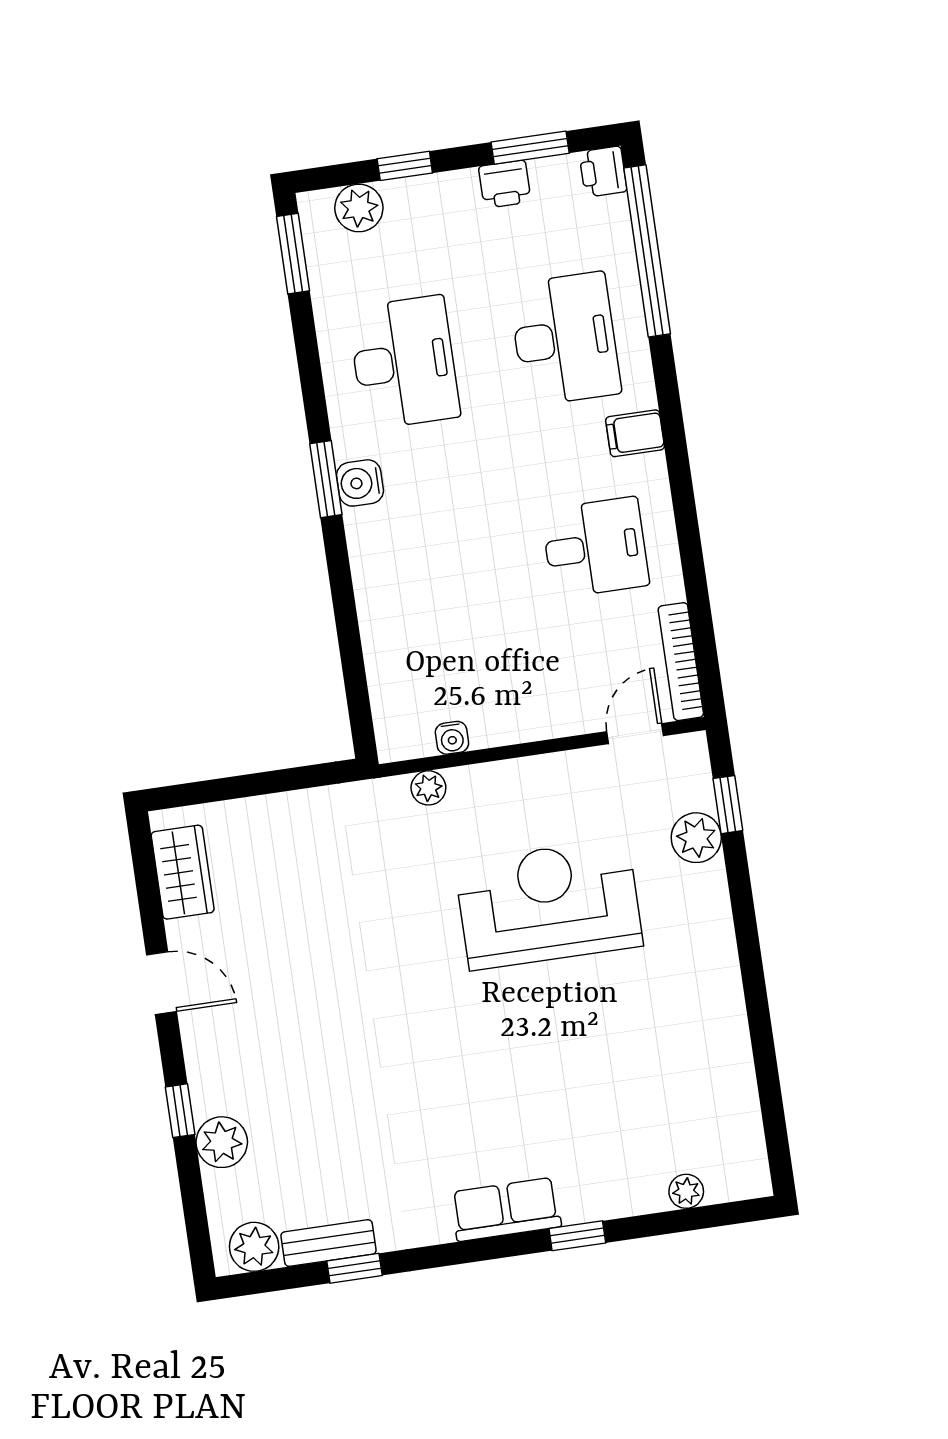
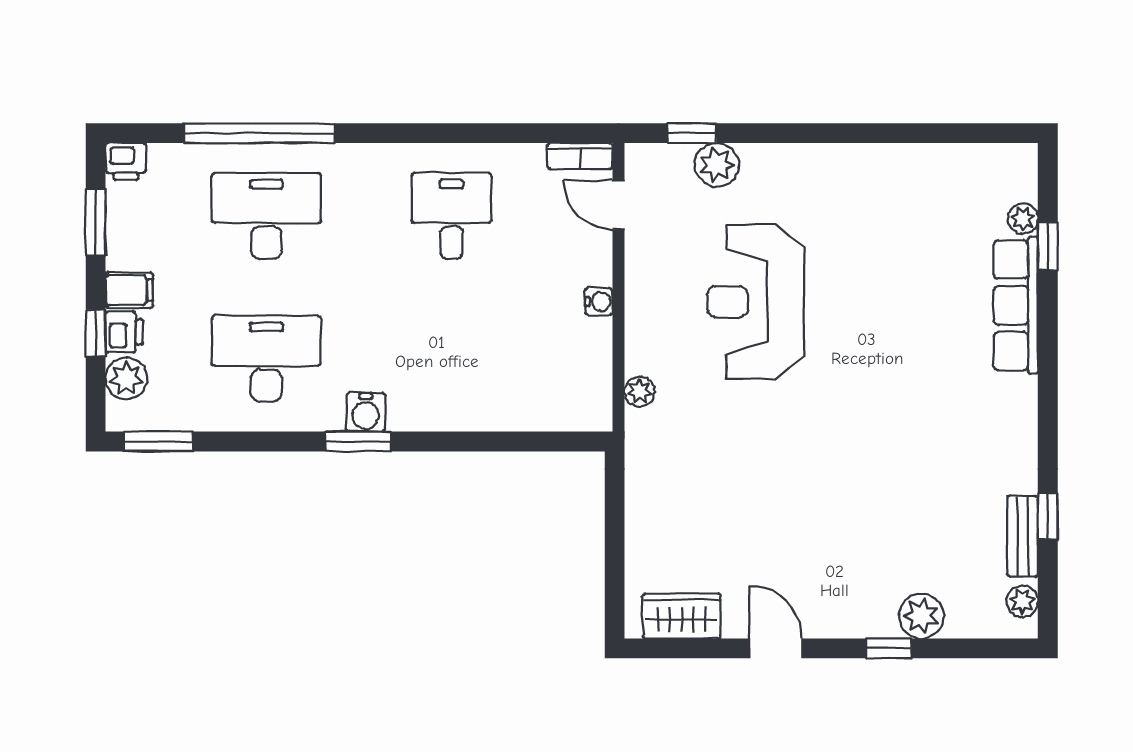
printer: (505, 184) -> (124, 332), moved
window: (647, 251) -> (259, 133), moved
filing cabinet: (635, 433) -> (129, 290), moved, turned -90
bookcase: (681, 662) -> (580, 156), width x0.64
water cooler: (452, 738) -> (599, 302), moved
door: (162, 983) -> (775, 648), hinge flipped
row of seats: (506, 1209) -> (1016, 305), moved, width x1.48
window: (577, 1236) -> (1048, 246), moved
plant: (254, 1247) -> (1022, 601), width x0.73, depth x0.73

